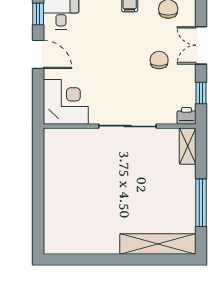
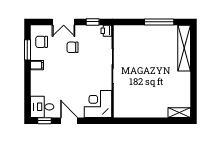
door: (38, 54) -> (69, 121), hinge flipped
shelving: (188, 146) -> (179, 113), moved

